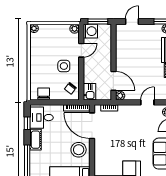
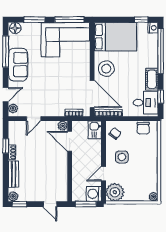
door: (132, 21) -> (50, 204), hinge flipped
plant: (75, 29) -> (115, 192), width x1.87, depth x1.87

